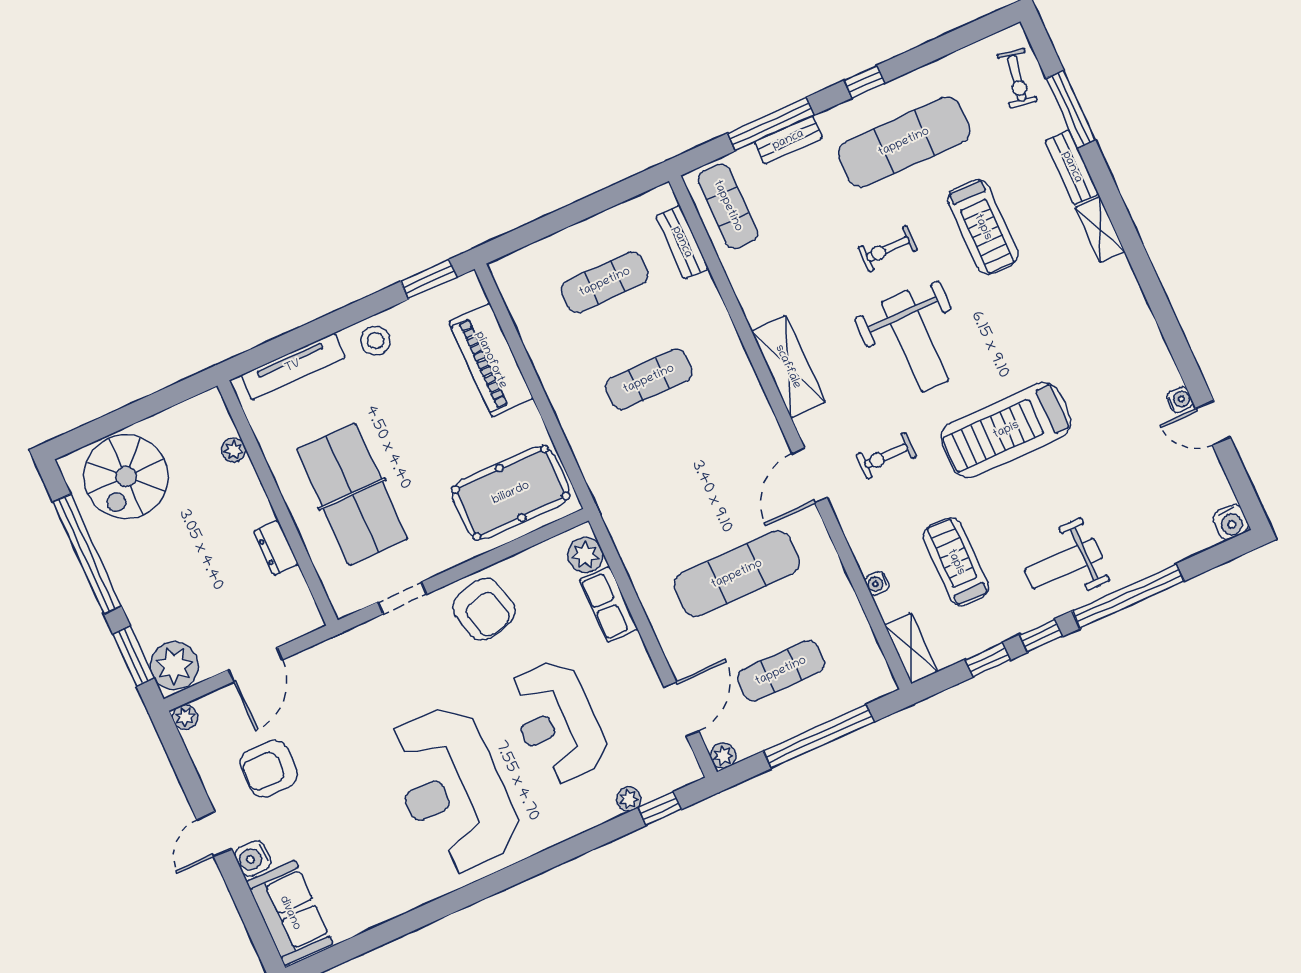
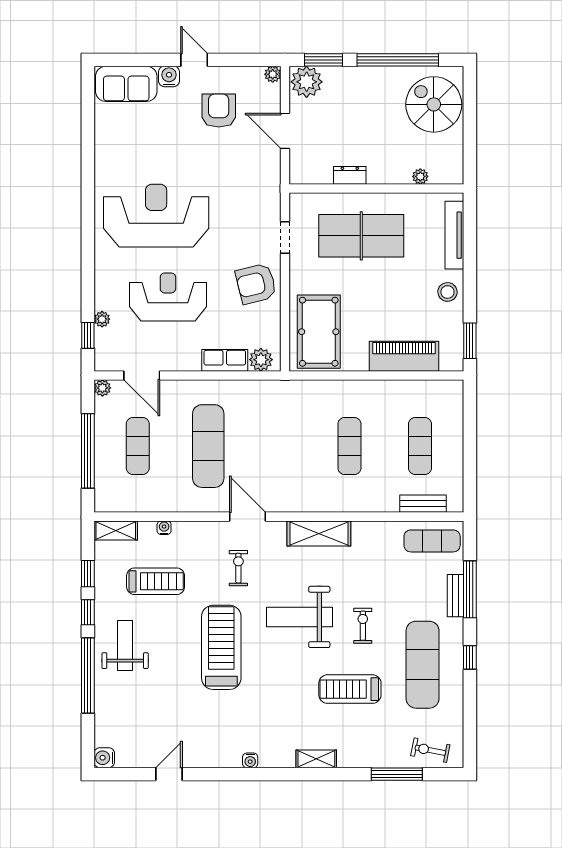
bench: (1072, 167) -> (362, 759), removed
water cooler: (1180, 400) -> (250, 760), moved

